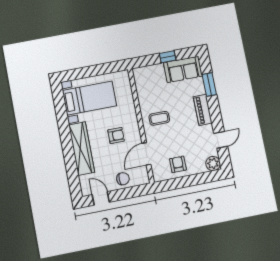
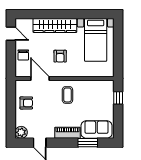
window: (168, 57) -> (118, 98), moved
sofa: (183, 69) -> (96, 130), moved, turned 90
door: (101, 198) -> (11, 34), hinge flipped

